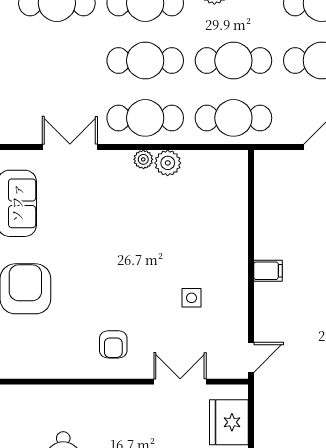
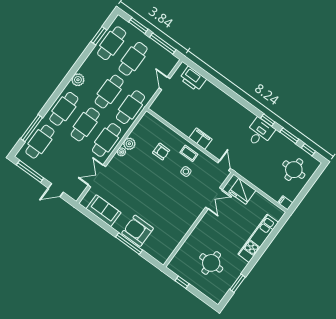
filing cabinet: (268, 271) -> (200, 139), width x2.00
coffee table: (227, 280) -> (189, 153), added
armchair: (113, 344) -> (161, 152), moved
double door: (180, 382) -> (214, 198), swing flipped

